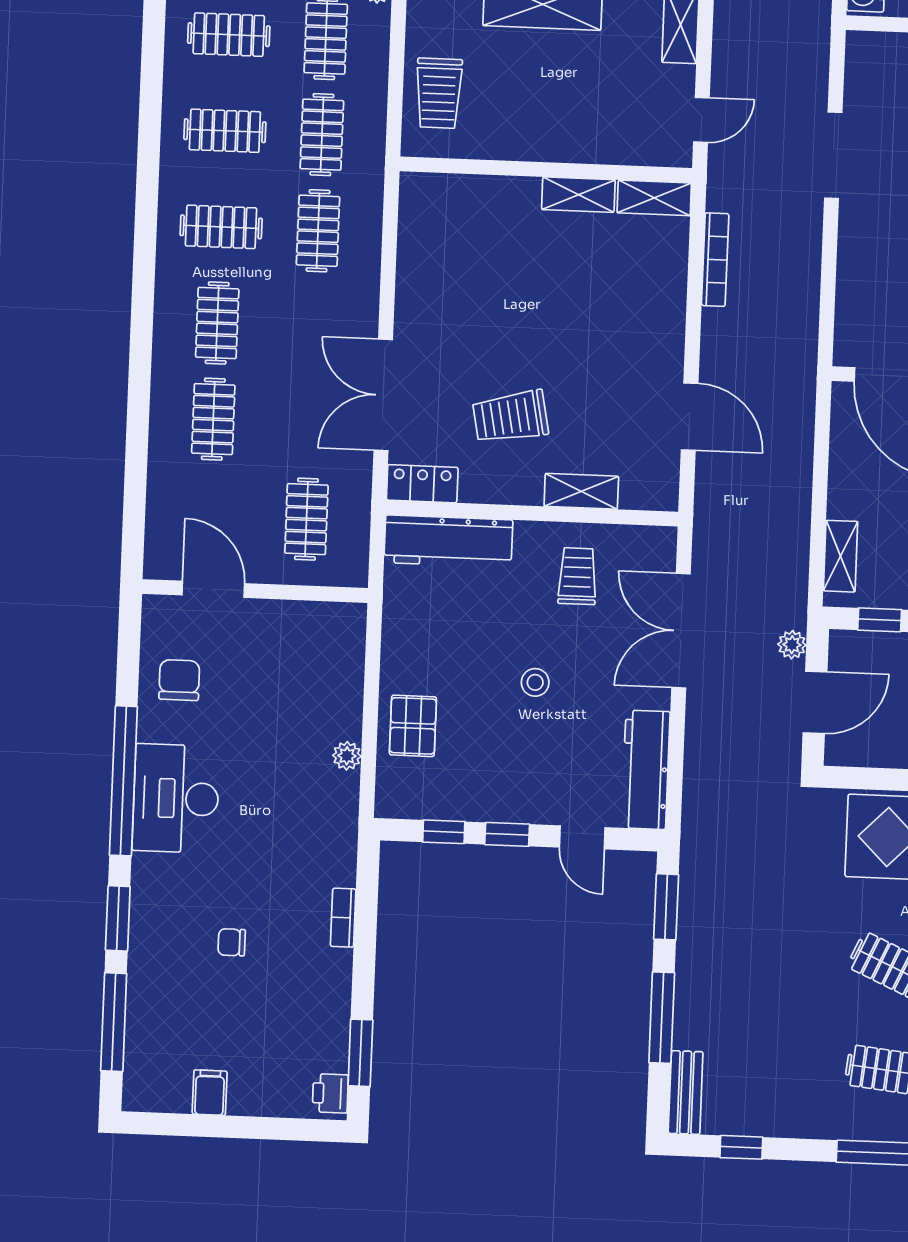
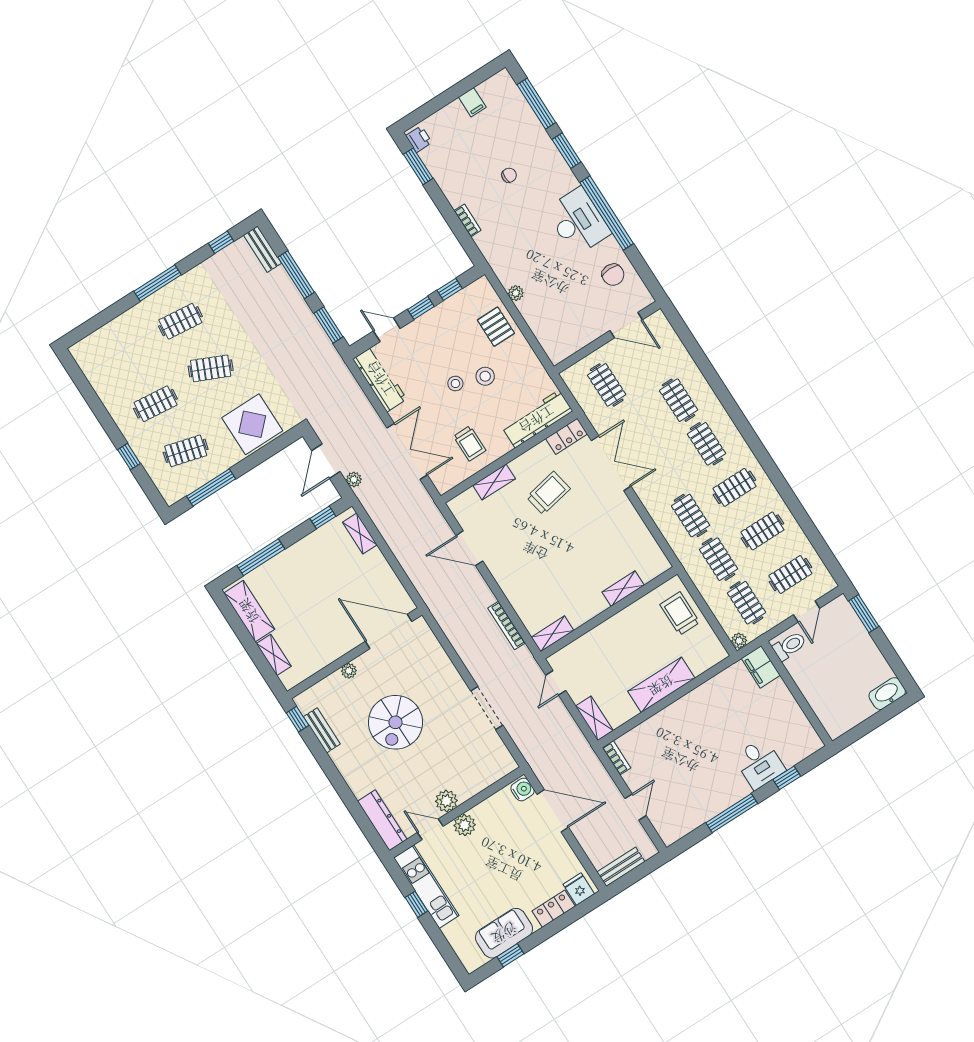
shelving: (578, 195) -> (623, 589), moved
stool: (482, 662) -> (485, 376), added

